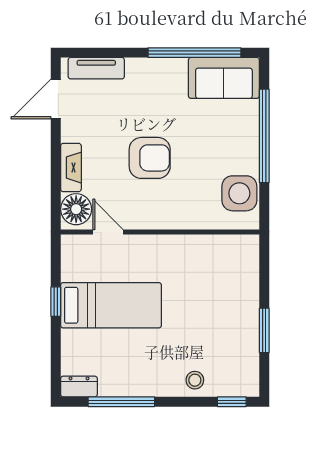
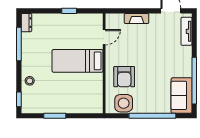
armchair: (150, 158) -> (124, 77), moved
floor lamp: (76, 209) -> (116, 21), removed
bed: (111, 305) -> (78, 61), moved, turned 90

